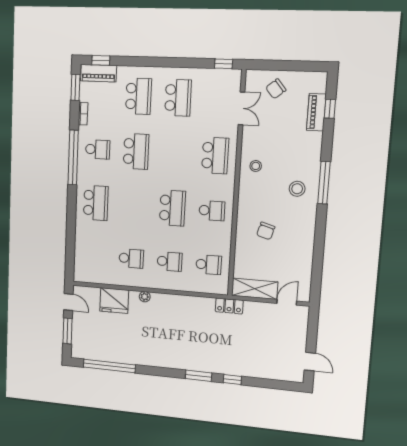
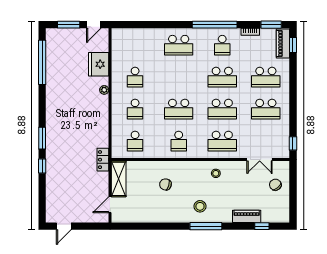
piano: (316, 112) -> (247, 216), moved
school desk: (175, 153) -> (222, 109), added
door: (287, 302) -> (110, 205), swing flipped

